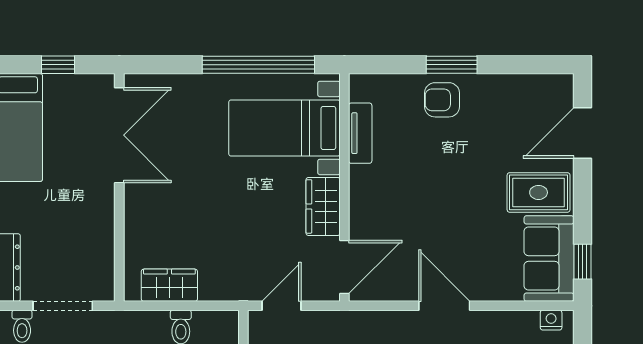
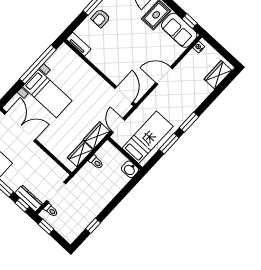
bed with nightstands: (284, 128) -> (47, 94), moved, turned -90
tv unit: (360, 133) -> (79, 44), moved
wardrobe: (323, 206) -> (97, 135), moved, turned 90

